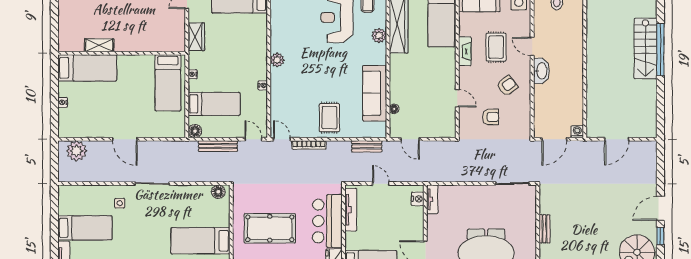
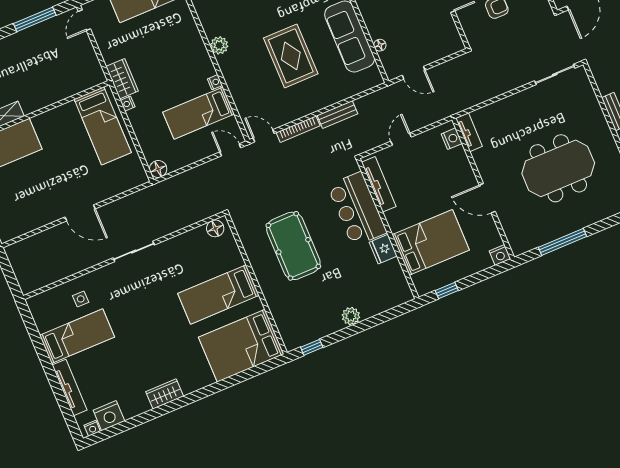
wardrobe: (196, 37) -> (122, 79), moved
bed: (214, 104) -> (199, 113), moved, turned 180
rug: (329, 118) -> (291, 56), moved, width x1.36, depth x1.43
bench: (218, 146) -> (192, 175), removed
bench: (367, 146) -> (337, 115), moved
plant: (77, 151) -> (29, 250), removed
door: (381, 184) -> (401, 139), hinge flipped
side table: (120, 203) -> (81, 299), moved
pool table: (270, 228) -> (293, 246), turned 90

